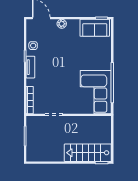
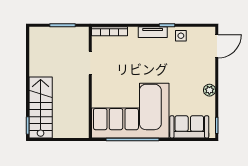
plant: (62, 24) -> (209, 90), moved
sofa: (95, 28) -> (189, 127), moved, turned 90
corner sofa: (96, 92) -> (130, 111), width x1.36, depth x1.36

